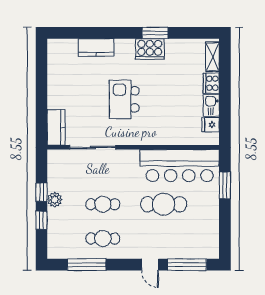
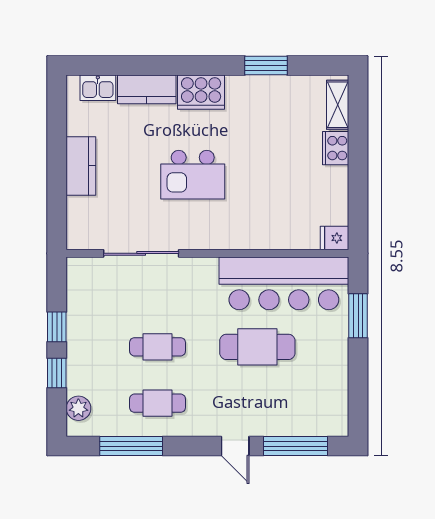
window: (155, 33) -> (266, 65), moved
cooker: (150, 49) -> (201, 92), moved
kitchen island: (124, 99) -> (193, 175), turned -90
kitchen sink: (211, 105) -> (98, 88), moved, turned -90
fridge: (211, 125) -> (334, 238), moved
kitchen counter: (56, 127) -> (81, 166), moved
plant: (55, 200) -> (78, 408), moved

